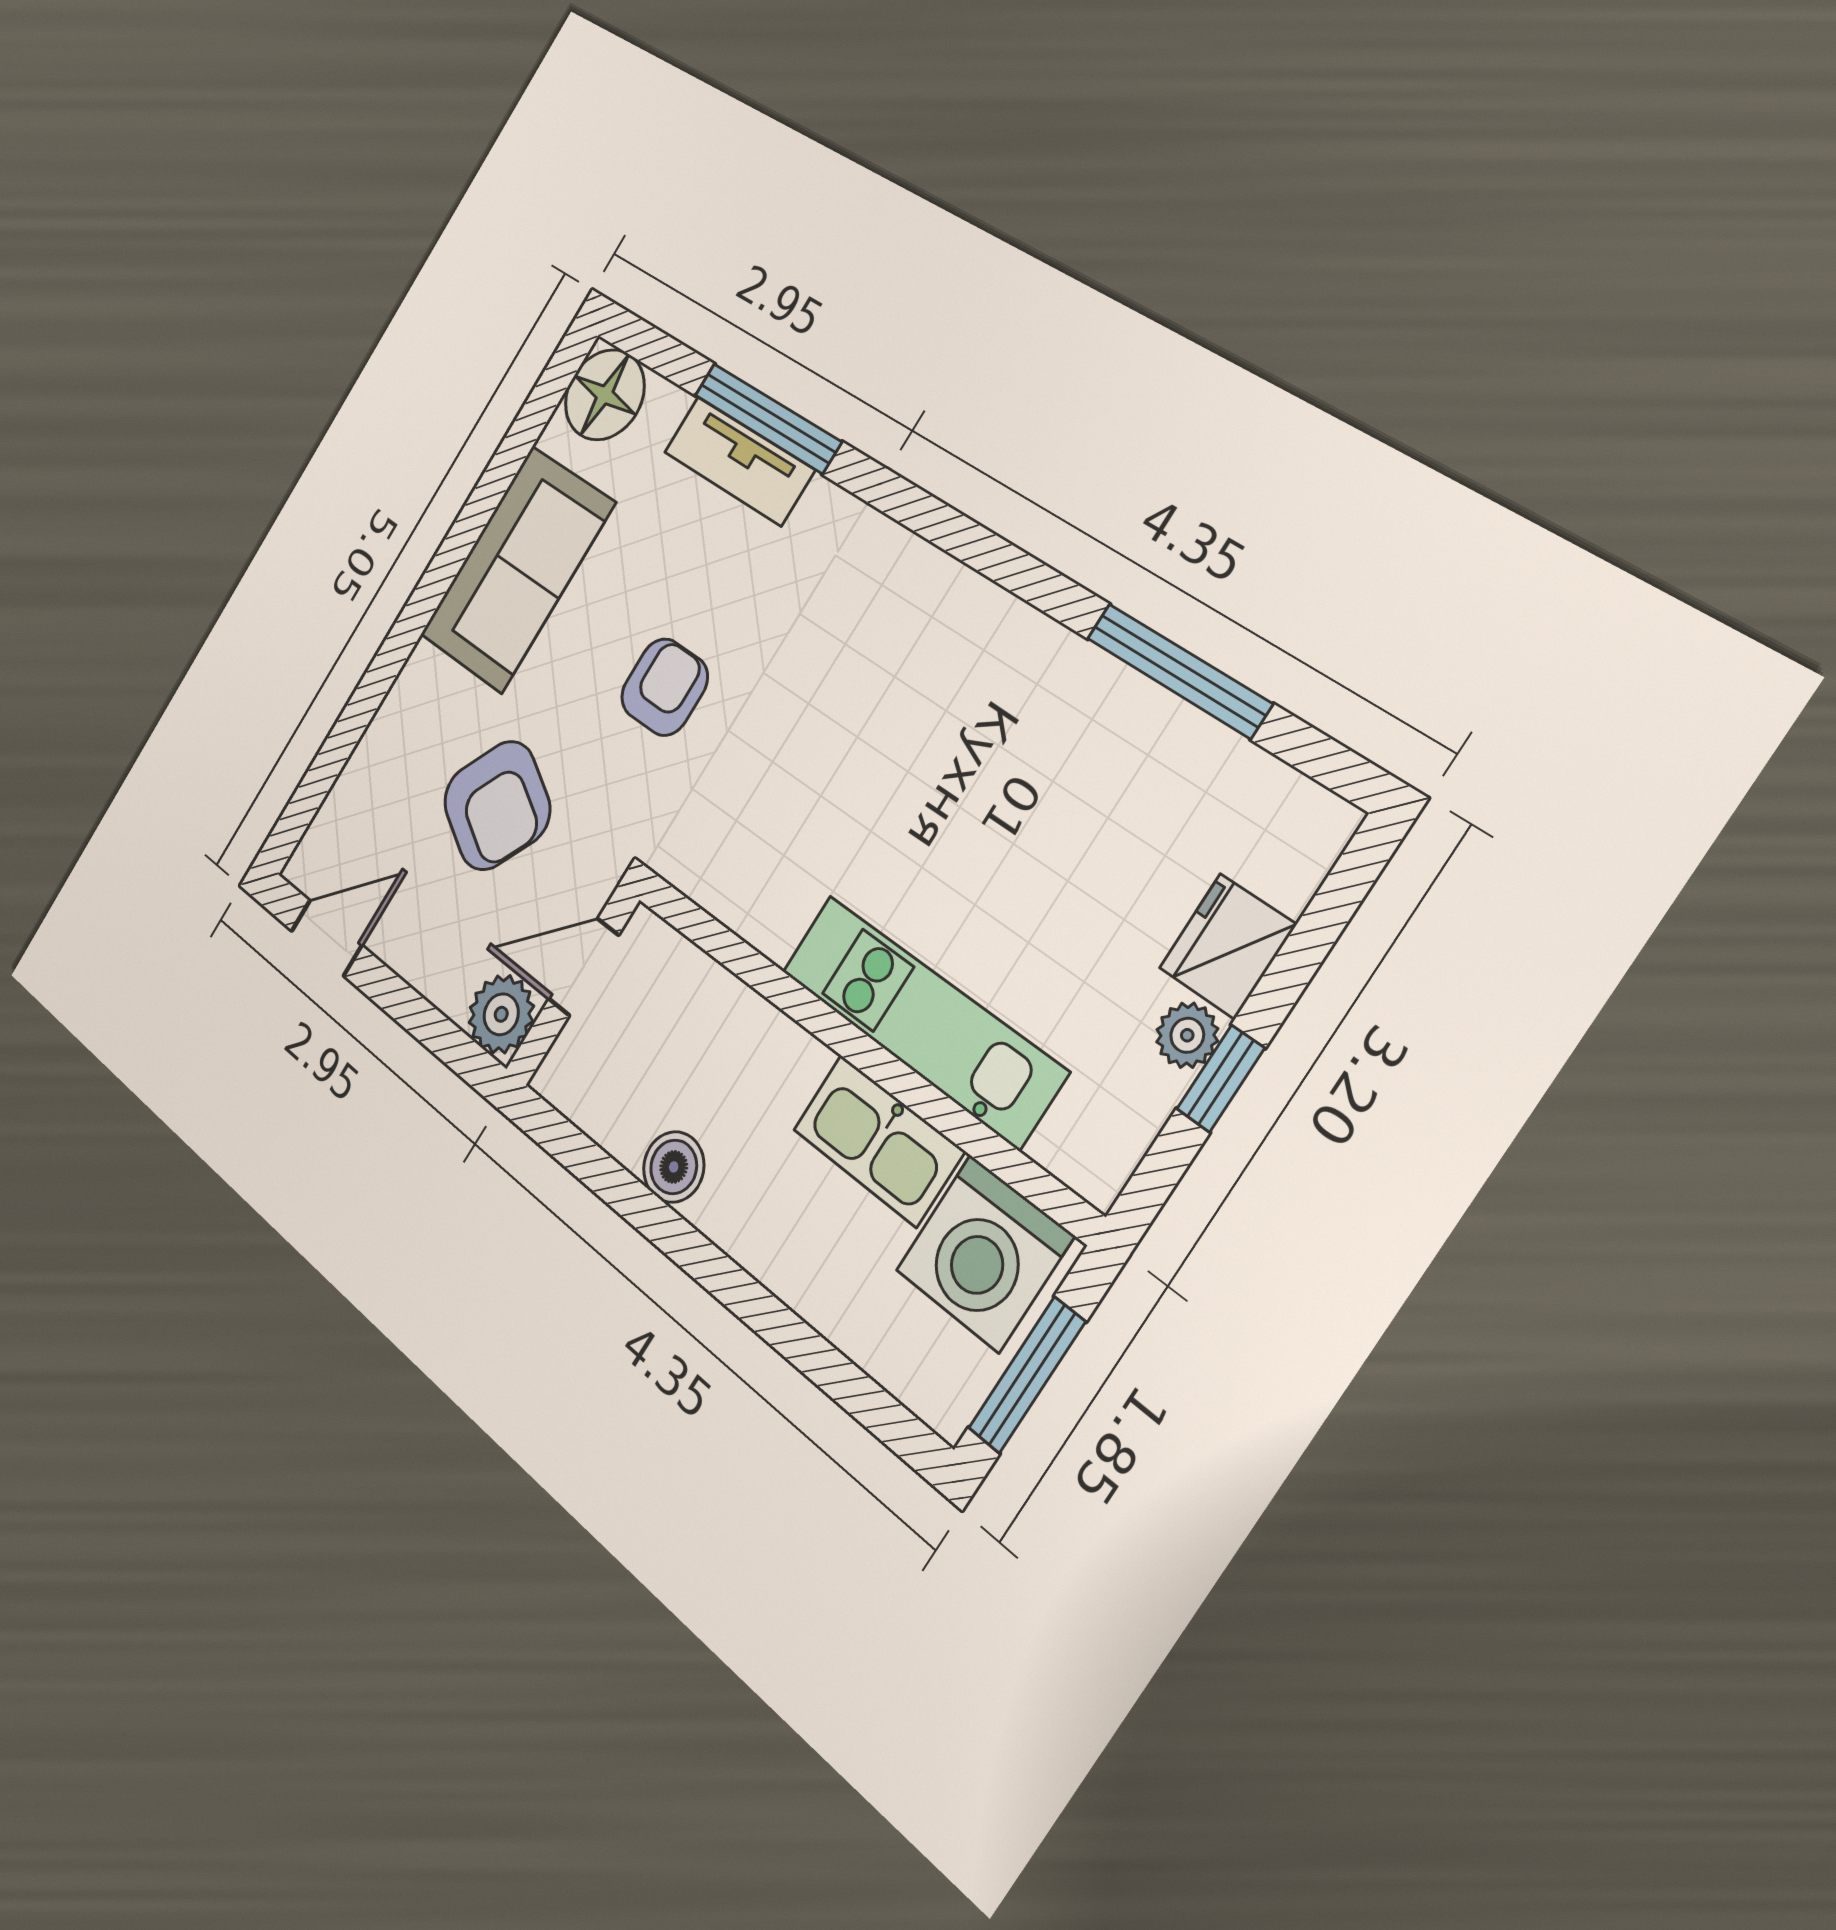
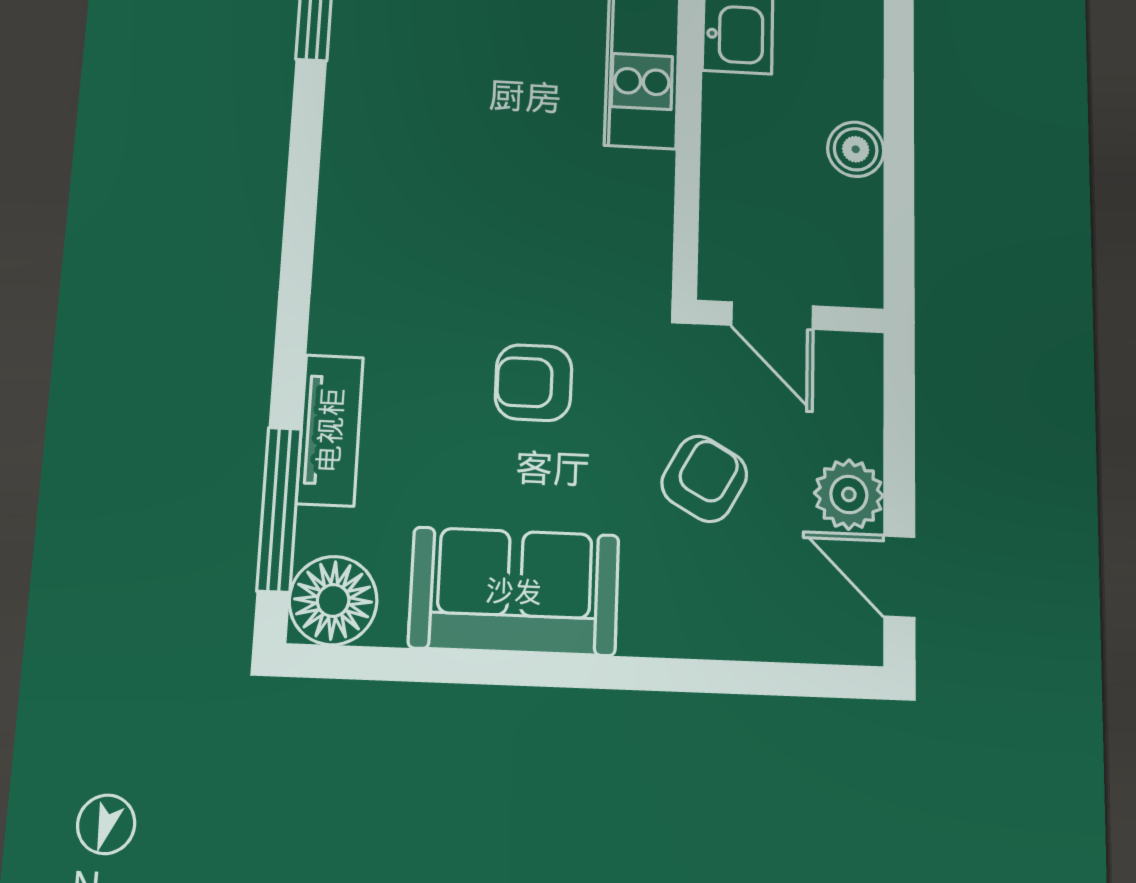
window: (767, 418) -> (279, 509), moved
armchair: (497, 805) -> (704, 479), width x0.72, depth x0.72
plant: (501, 1014) -> (849, 494), moved

